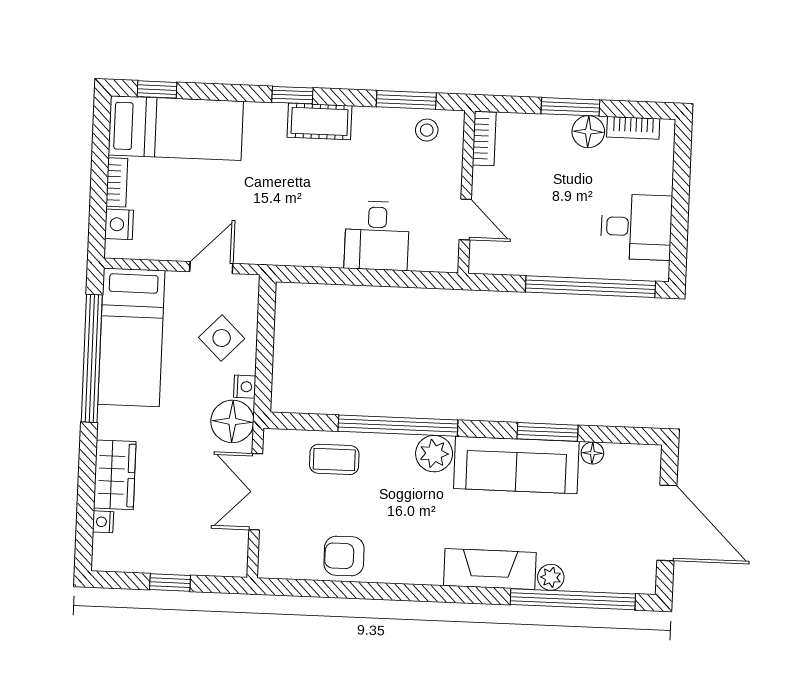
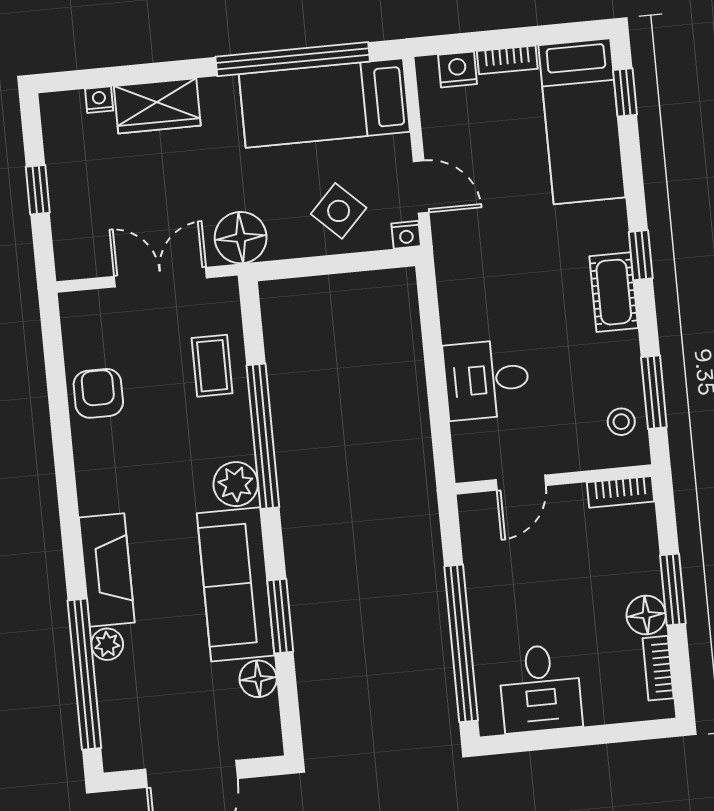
nightstand: (245, 387) -> (406, 235), moved
floor lamp: (592, 453) -> (258, 679), width x1.37, depth x1.37

